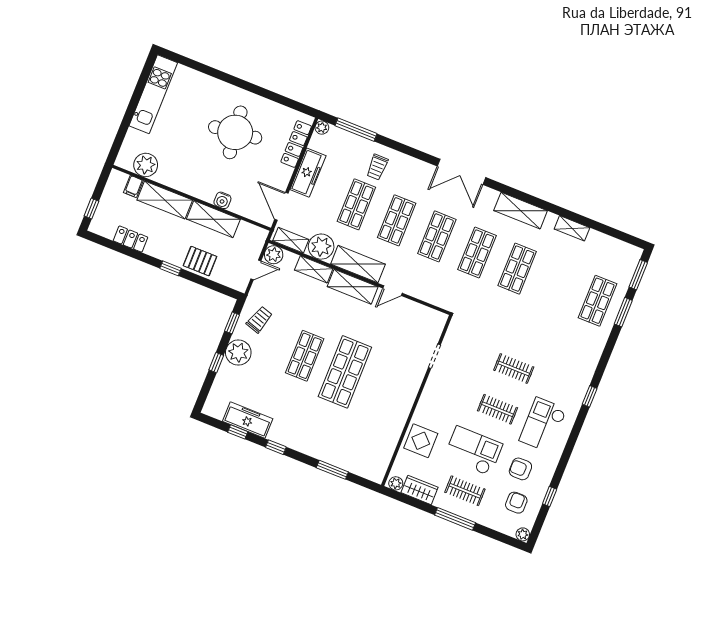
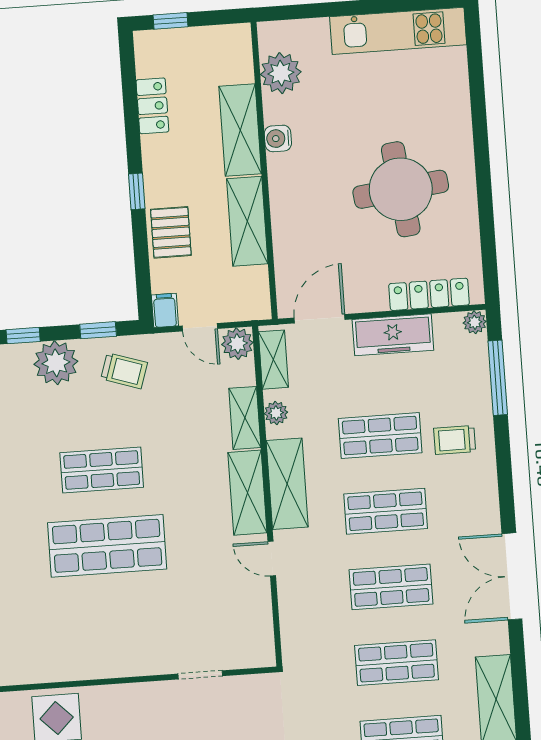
filing cabinet: (133, 186) -> (165, 310), moved, turned 90
water cooler: (222, 200) -> (278, 138), moved
plant: (321, 247) -> (276, 413), width x0.53, depth x0.53

